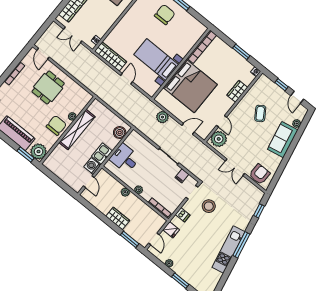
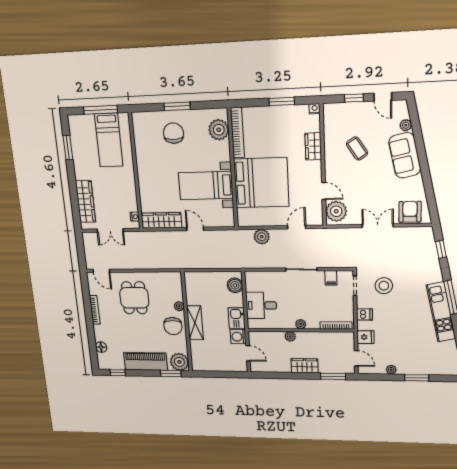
plant: (192, 36) -> (219, 130), added
chair: (56, 125) -> (173, 326), turned 180
shelving: (77, 130) -> (195, 323), width x0.68
double door: (235, 167) -> (378, 226), swing flipped

